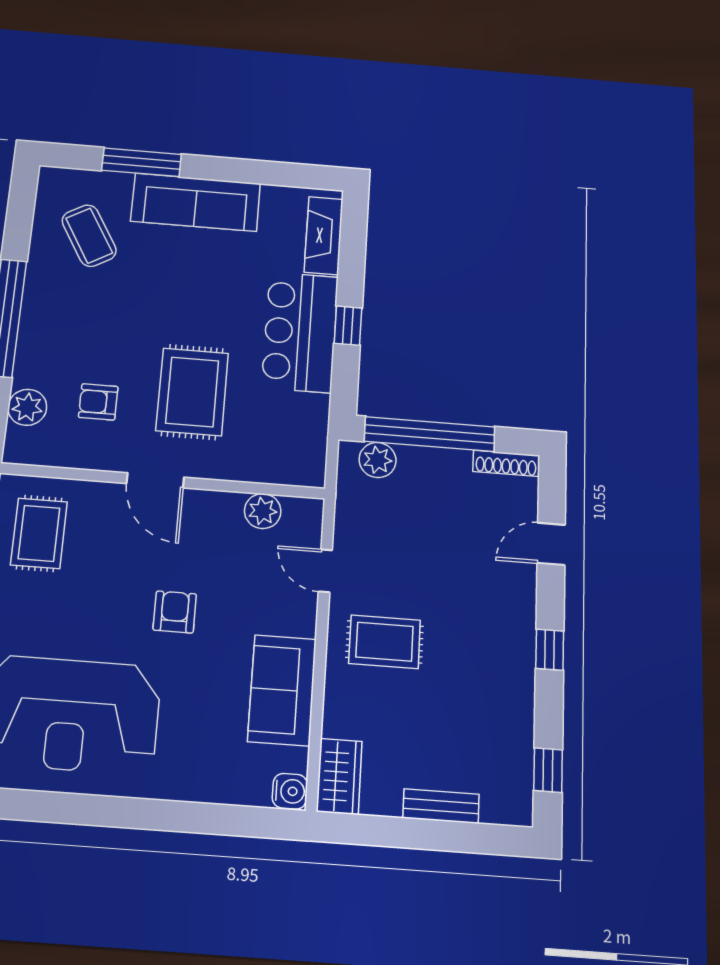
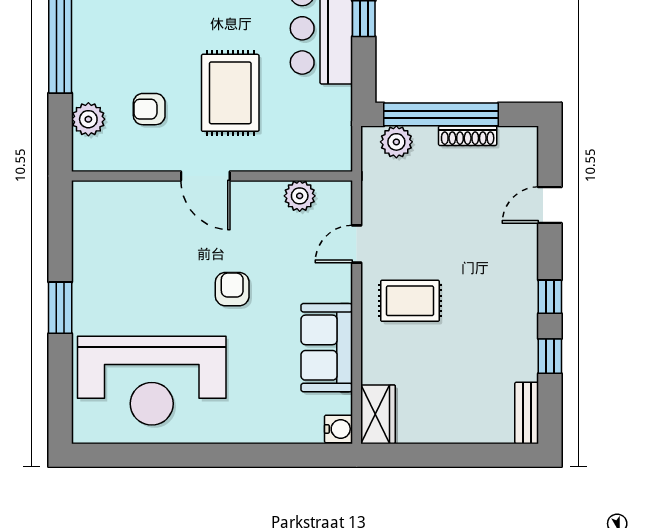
shoe rack: (506, 463) -> (468, 136), moved
rug: (39, 533) -> (111, 231), removed
door: (325, 571) -> (357, 244), hinge flipped
window: (548, 770) -> (550, 356), moved
bench: (441, 806) -> (527, 413), moved, turned 90

